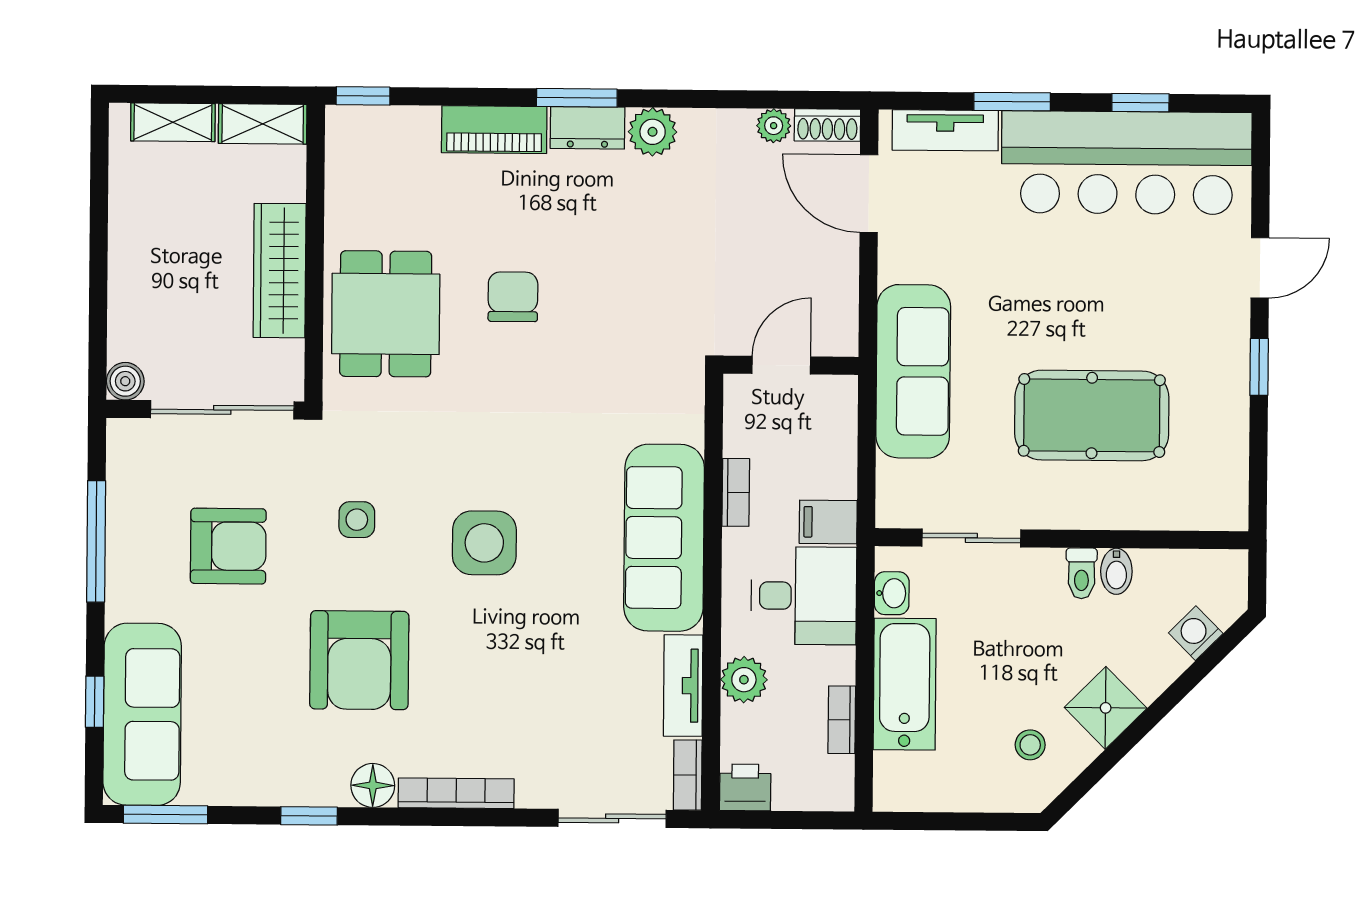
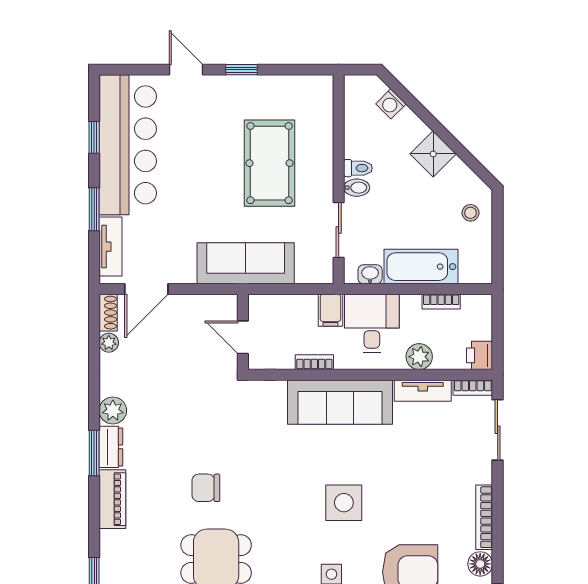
bidet: (1116, 571) -> (357, 188), moved
stool: (1030, 745) -> (471, 213), moved

